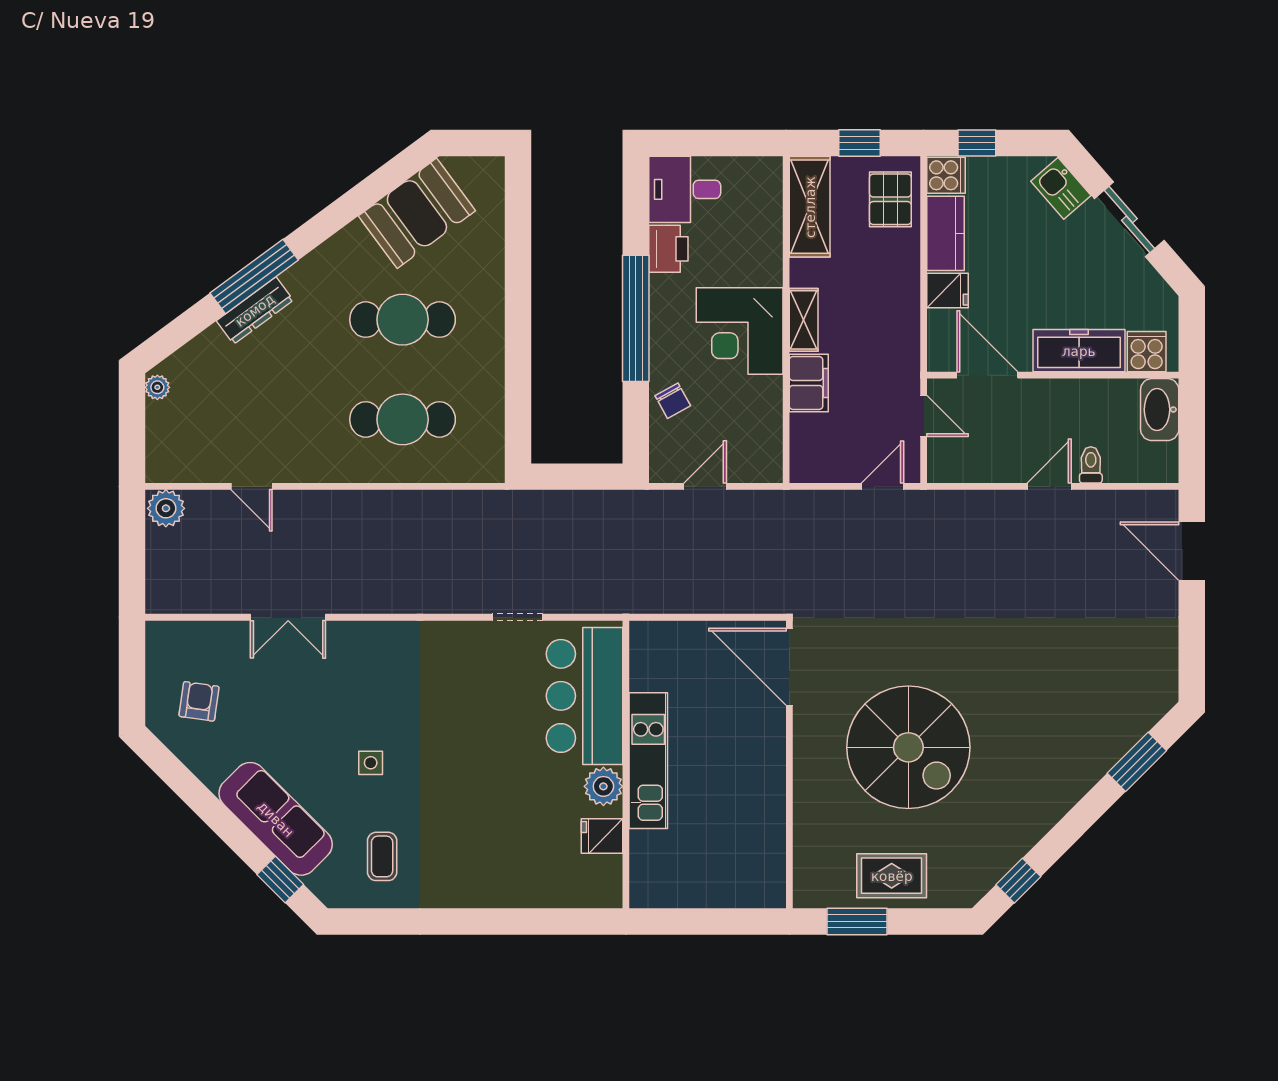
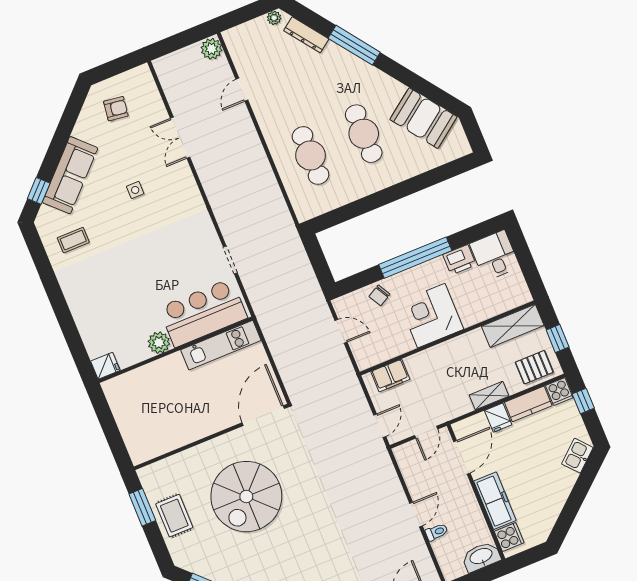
sliding door: (1129, 219) -> (576, 499), removed
dresser: (255, 310) -> (306, 35), moved
shelving: (804, 320) -> (489, 396), moved
filing cabinet: (809, 383) -> (390, 375), moved
door: (882, 486) -> (380, 426), hinge flipped
door: (1049, 486) -> (416, 515), hinge flipped
kitchen unit: (648, 761) -> (221, 345), moved
side table: (371, 763) -> (135, 190), moved
fridge: (602, 836) -> (105, 366), moved, turned 90

